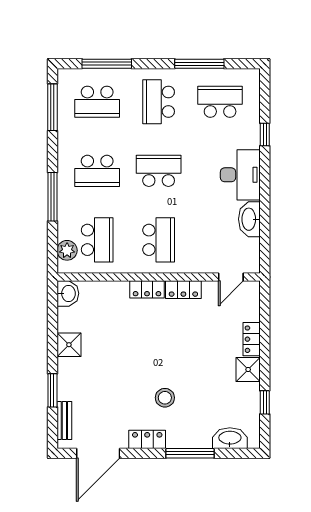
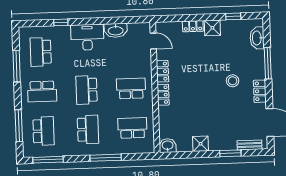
plant: (67, 250) -> (140, 147), removed

